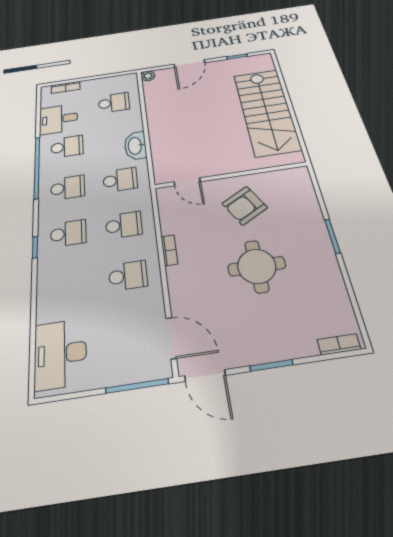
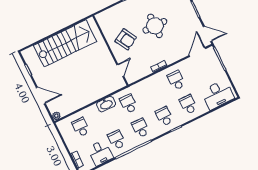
school desk: (124, 225) -> (188, 105), moved
door: (205, 376) -> (208, 34), hinge flipped

